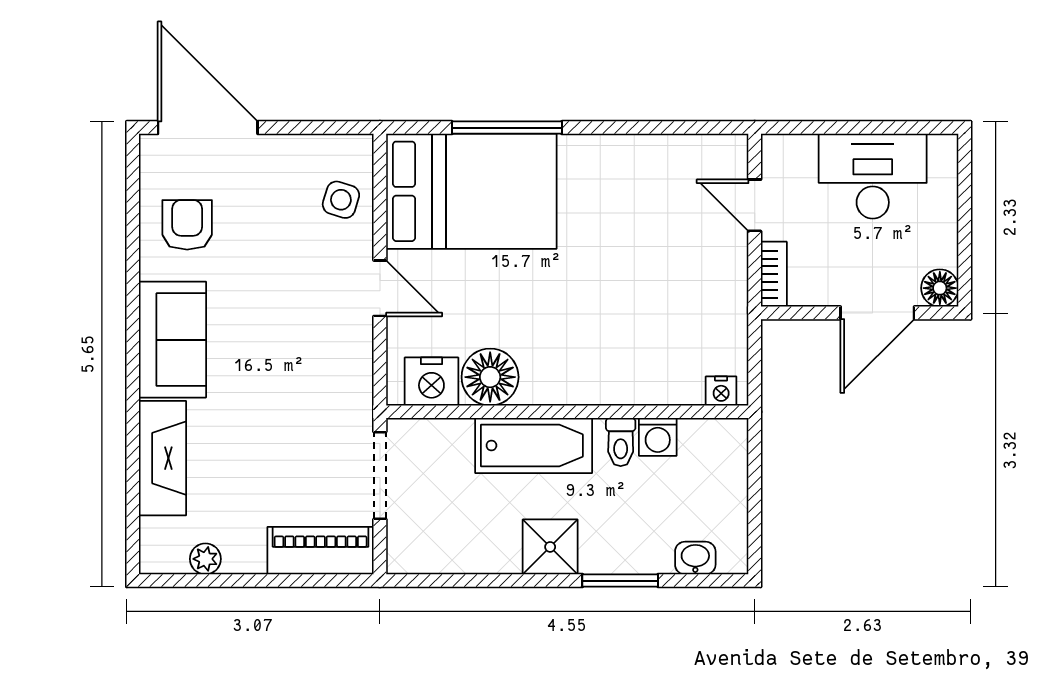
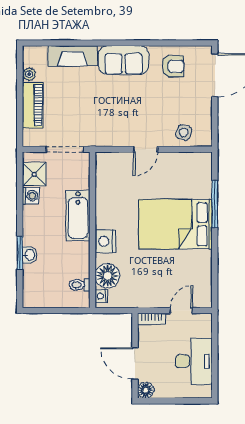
bed: (471, 191) -> (175, 224), moved, turned 90
floor lamp: (490, 377) -> (107, 276), moved
nightstand: (431, 381) -> (105, 241), moved
washing machine: (658, 437) -> (31, 196), moved, turned 180
toilet: (621, 442) -> (79, 285), moved
shower: (550, 547) -> (34, 174), moved
piano: (321, 551) -> (33, 105), moved
washbasin: (695, 558) -> (30, 255), moved

